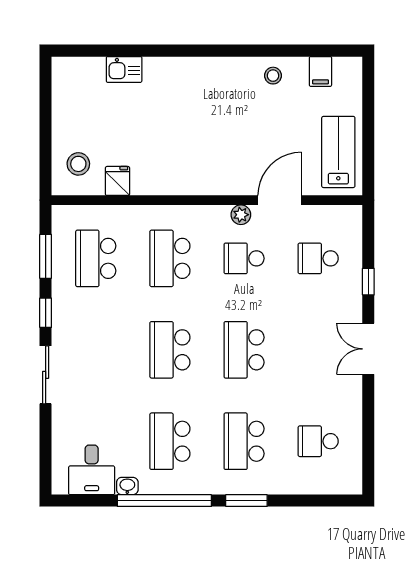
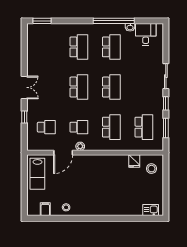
kitchen sink: (124, 69) -> (151, 210), moved
school desk: (318, 441) -> (46, 47), removed
window: (246, 501) -> (42, 21), moved

